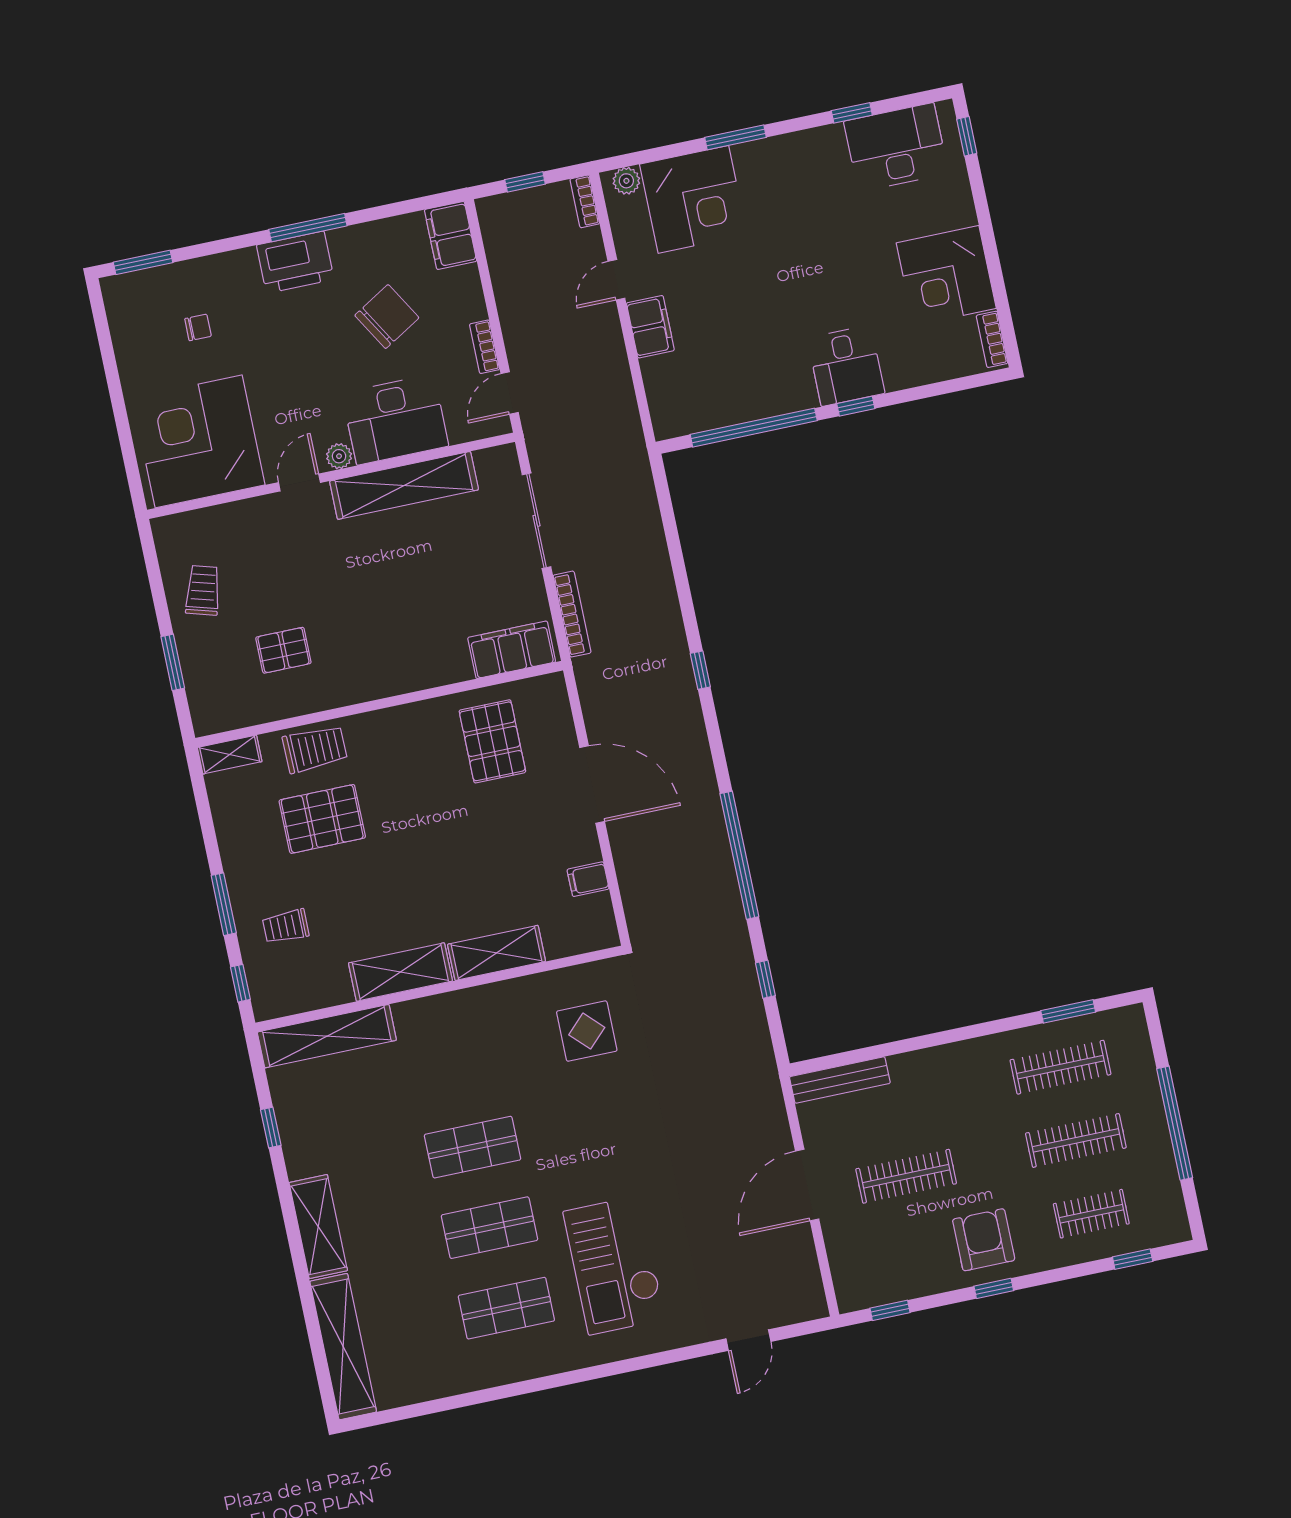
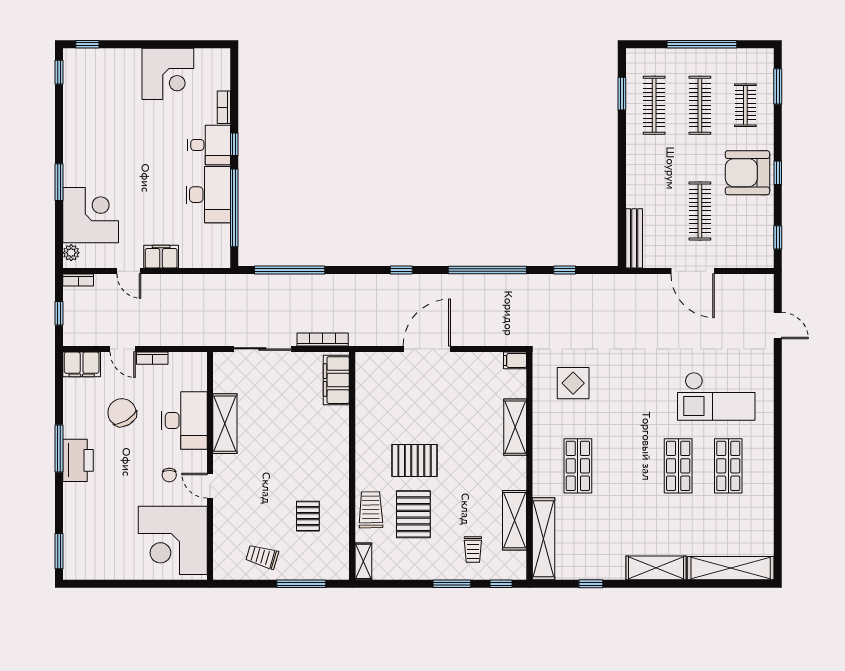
window: (852, 113) -> (59, 72), moved
desk: (896, 147) -> (208, 195), moved, turned 180
chair: (198, 327) -> (169, 475), moved, turned 180
bookcase: (992, 339) -> (224, 107), moved, turned 90
door: (510, 393) -> (123, 349), moved
plant: (339, 456) -> (199, 459), removed
shelving: (404, 485) -> (225, 424), width x0.68
window: (672, 538) -> (290, 270), added
window: (173, 662) -> (301, 584), width x1.44
window: (700, 670) -> (401, 270), moved
pallet: (492, 741) -> (415, 461), moved
filing cabinet: (588, 879) -> (515, 360), moved, turned 90
shelving: (400, 972) -> (514, 520), moved
shop shelf: (473, 1147) -> (578, 466), moved
armchair: (984, 1240) -> (747, 173), width x1.36, depth x1.36
window: (1133, 1259) -> (778, 86), width x1.50

